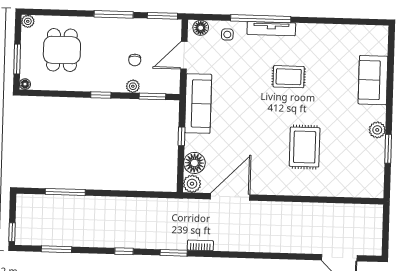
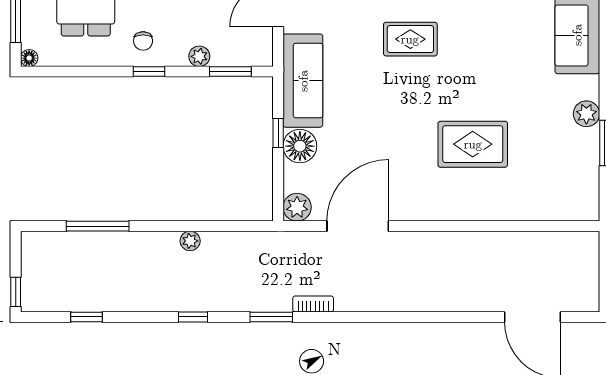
chair: (135, 60) -> (143, 41), moved
rug: (289, 77) -> (410, 39), moved
rug: (305, 147) -> (473, 144), turned 90
floor lamp: (194, 163) -> (300, 146), moved
plant: (124, 203) -> (190, 241), added
window: (57, 249) -> (87, 317), width x0.67

